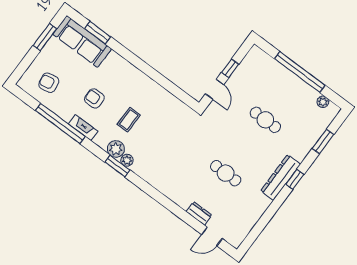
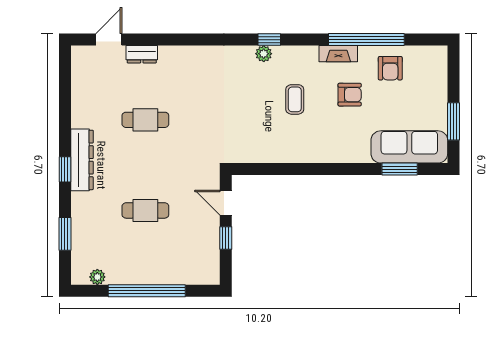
armchair: (49, 83) -> (390, 68), moved, turned 100
plant: (116, 149) -> (285, 57), removed
window: (117, 166) -> (269, 40), width x0.67

